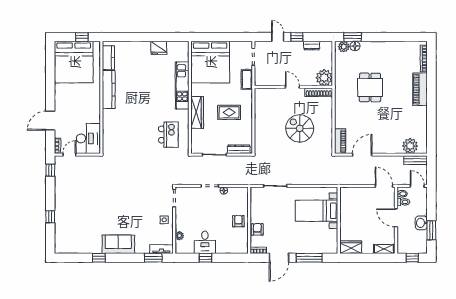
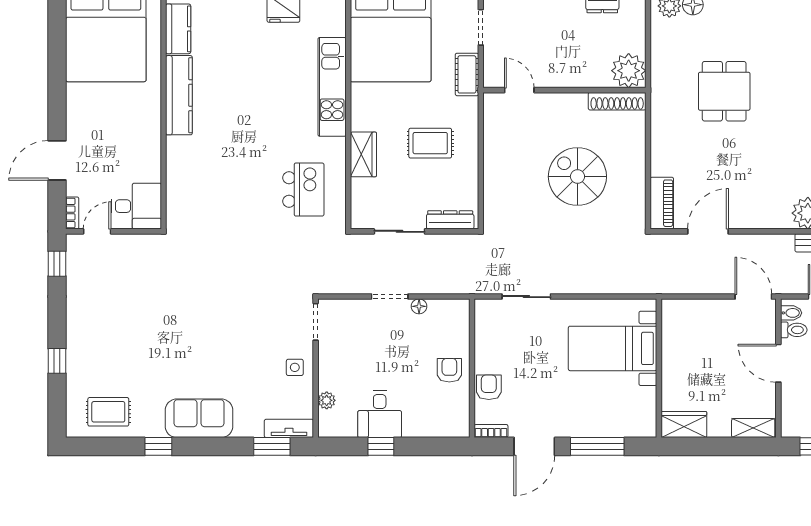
door: (292, 87) -> (519, 90), moved
wardrobe: (197, 112) -> (363, 154), width x0.67
desk: (88, 138) -> (136, 206), width x0.73
rug: (75, 241) -> (108, 412), added

